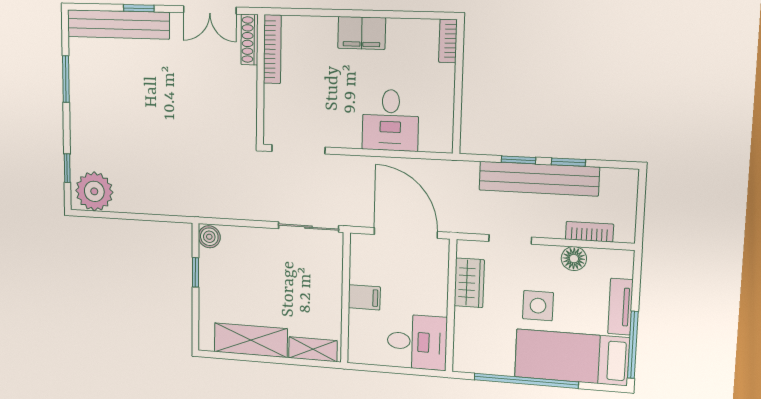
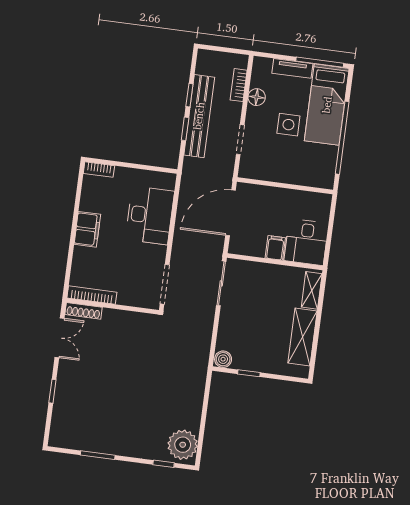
bench: (118, 24) -> (62, 409), removed
desk: (390, 120) -> (150, 215), width x1.37
wardrobe: (469, 283) -> (269, 171), removed
desk: (417, 342) -> (306, 242), moved, turned 180

